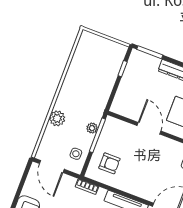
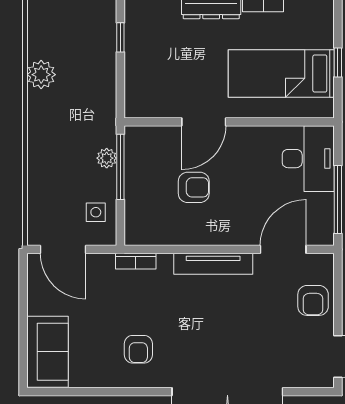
plant: (57, 118) -> (41, 75), moved
door: (149, 128) -> (204, 122), swing flipped
armchair: (109, 163) -> (194, 187), moved

